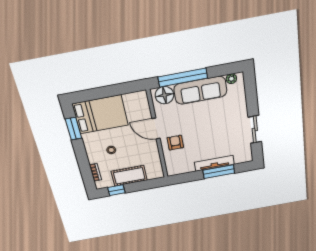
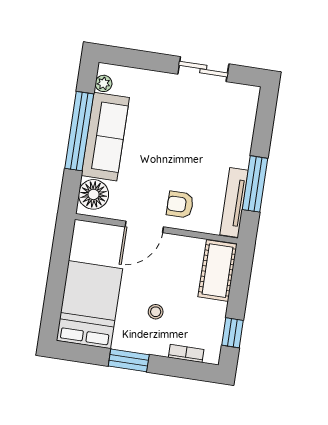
window: (183, 77) -> (79, 131), moved
window: (73, 129) -> (129, 360), moved
tv unit: (214, 163) -> (234, 203), moved
window: (219, 172) -> (255, 184), moved
cot: (129, 176) -> (218, 271), moved

